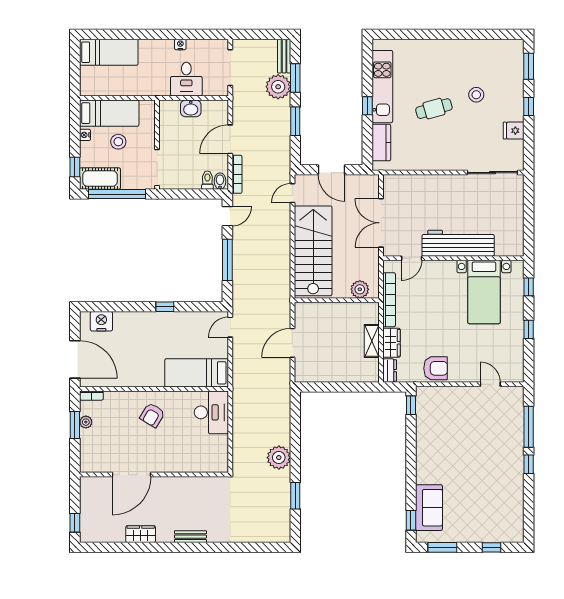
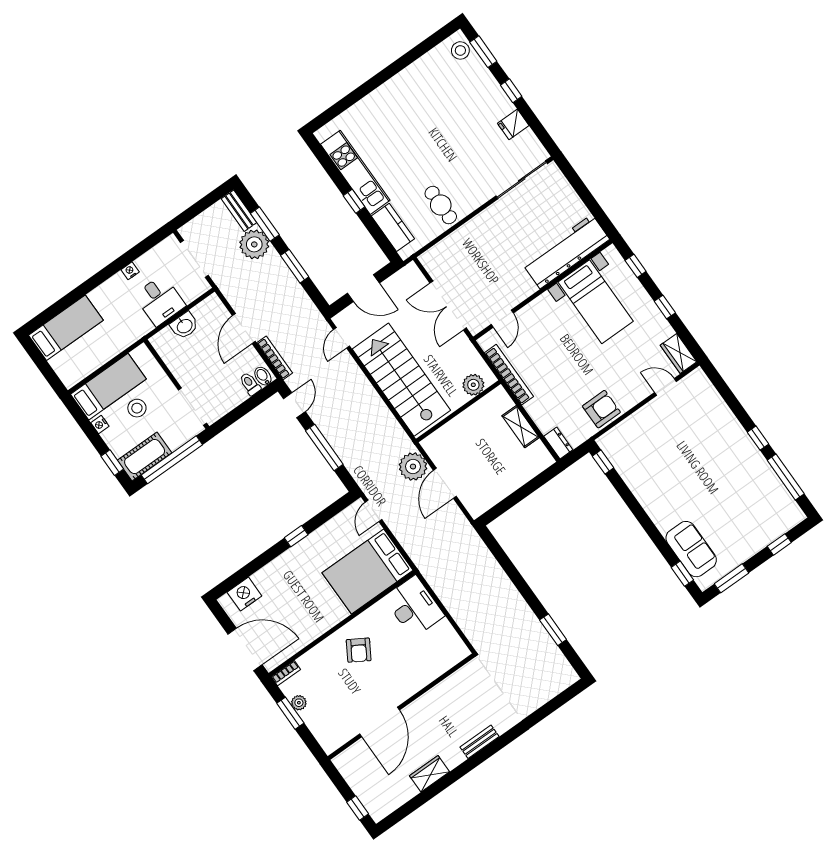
stool: (476, 95) -> (460, 50), moved
cafe table: (434, 109) -> (441, 205), moved, turned -74
workbench: (458, 243) -> (566, 252), moved
wardrobe: (392, 343) -> (679, 353), moved, turned 180
bed: (197, 373) -> (368, 571), width x1.50
window: (529, 427) -> (786, 477), moved
plant: (279, 458) -> (413, 467), moved

